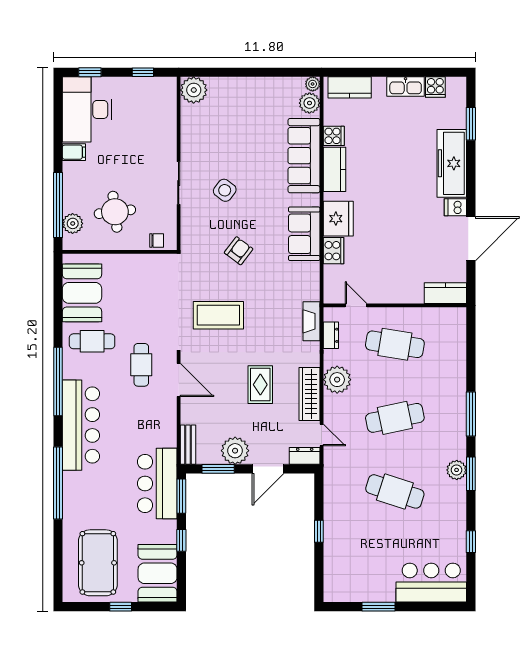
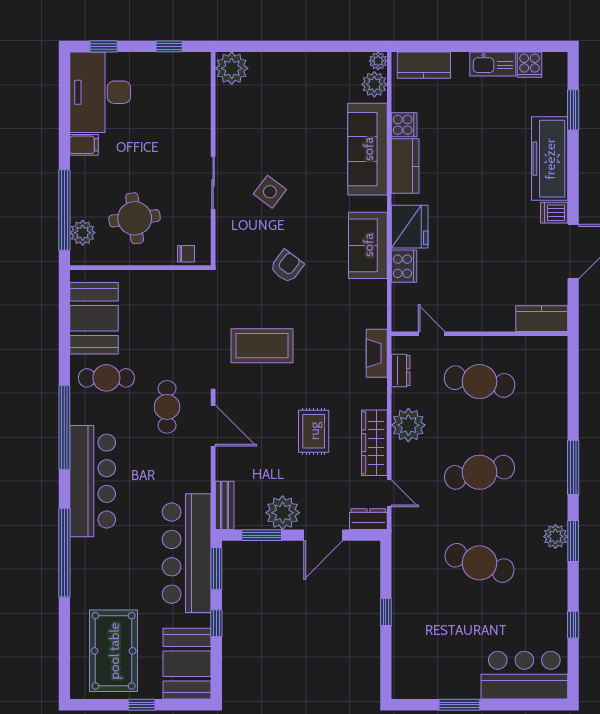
bar counter: (157, 483) -> (187, 553), width x1.36

